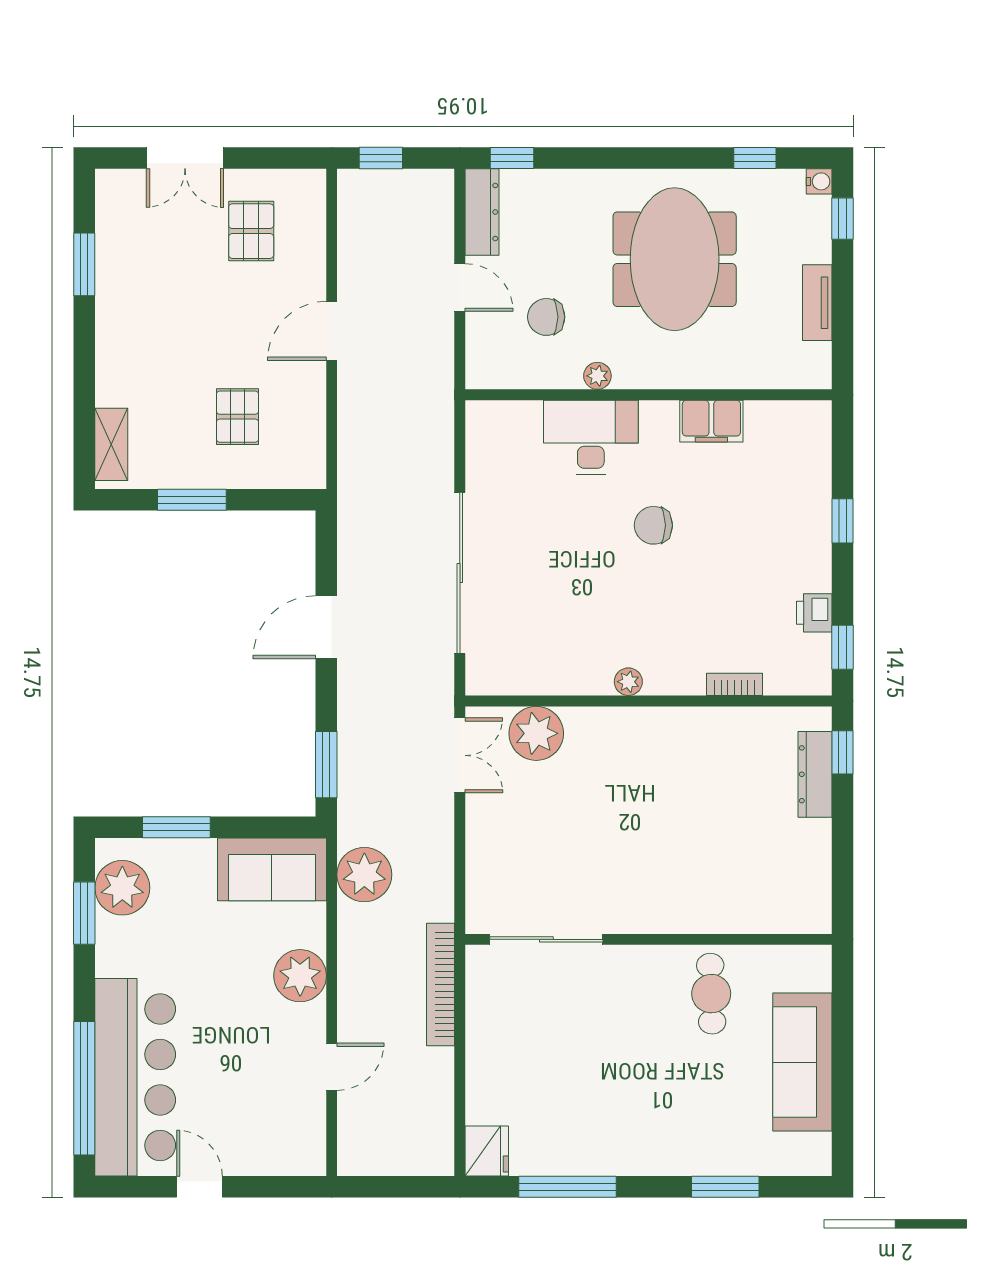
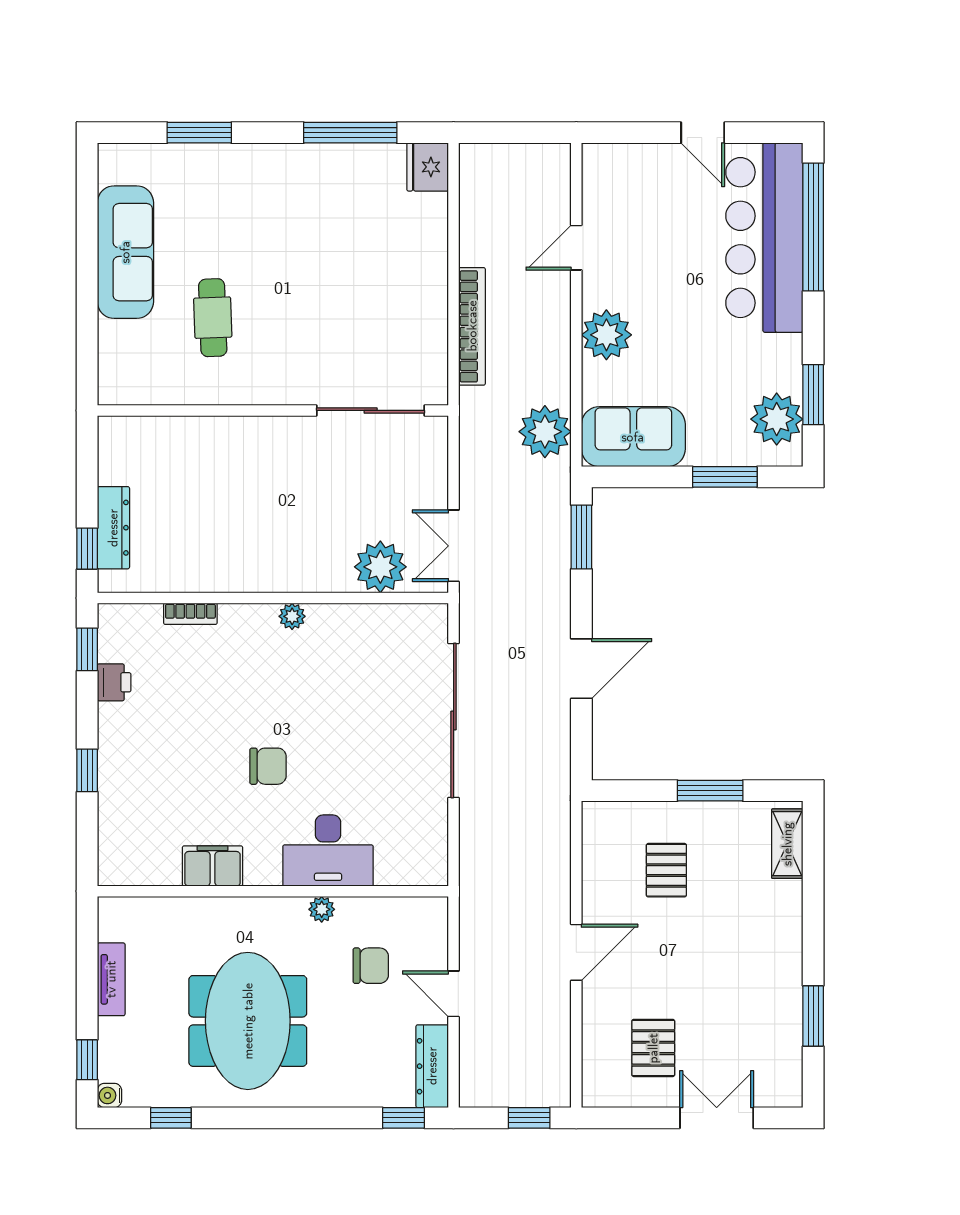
sliding door: (546, 939) -> (371, 410), moved
wall: (648, 939) -> (273, 410), moved

